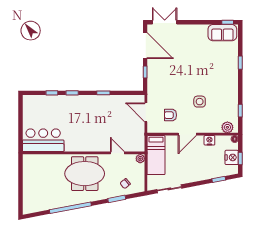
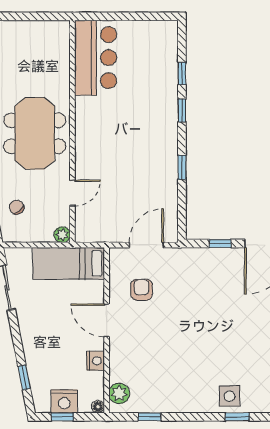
side table: (200, 102) -> (230, 396), moved

